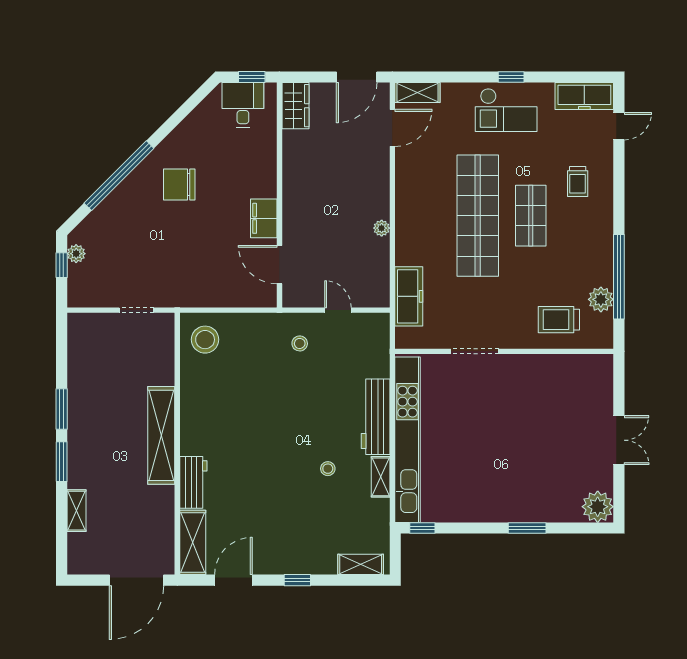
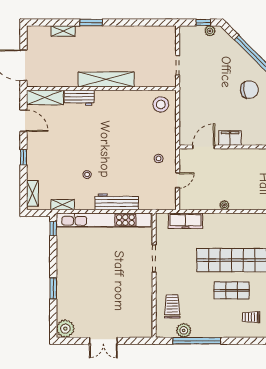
chair: (179, 184) -> (249, 90), turned 84
window: (62, 409) -> (121, 23), removed
shelving: (381, 477) -> (63, 205), moved

